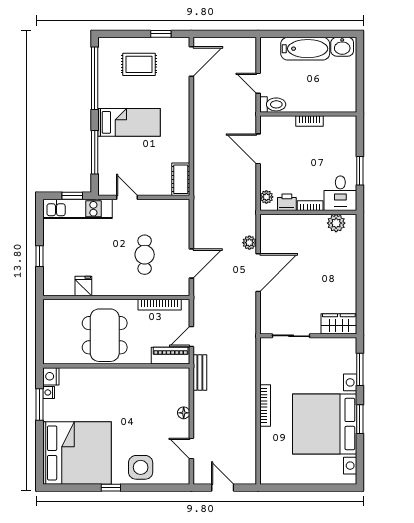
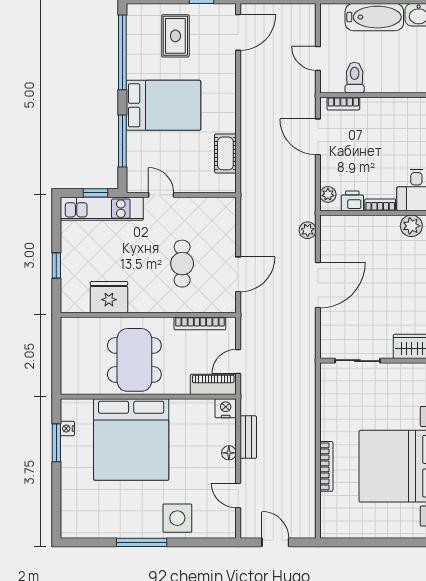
rug: (139, 64) -> (175, 36), turned 90
toilet: (273, 104) -> (355, 78), moved, turned -90
bookcase: (310, 121) -> (343, 104), moved
bed: (129, 122) -> (163, 105), width x1.50
cot: (181, 179) -> (225, 153), moved
plant: (249, 243) -> (308, 230), moved
fridge: (83, 286) -> (109, 297), width x1.88, depth x1.34
bench: (200, 373) -> (248, 437), moved
nightstand: (51, 376) -> (226, 408), moved, turned 90
bookcase: (265, 405) -> (326, 466), moved
bed: (77, 453) -> (131, 439), moved, turned 90
window: (111, 488) -> (142, 542), width x2.17

